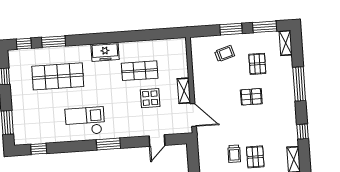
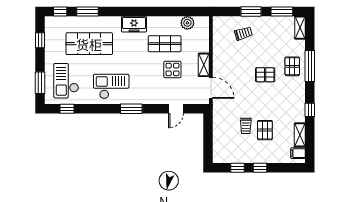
plant: (163, 46) -> (187, 23), added
pallet: (257, 64) -> (292, 66), moved
checkout: (36, 118) -> (66, 81), added

